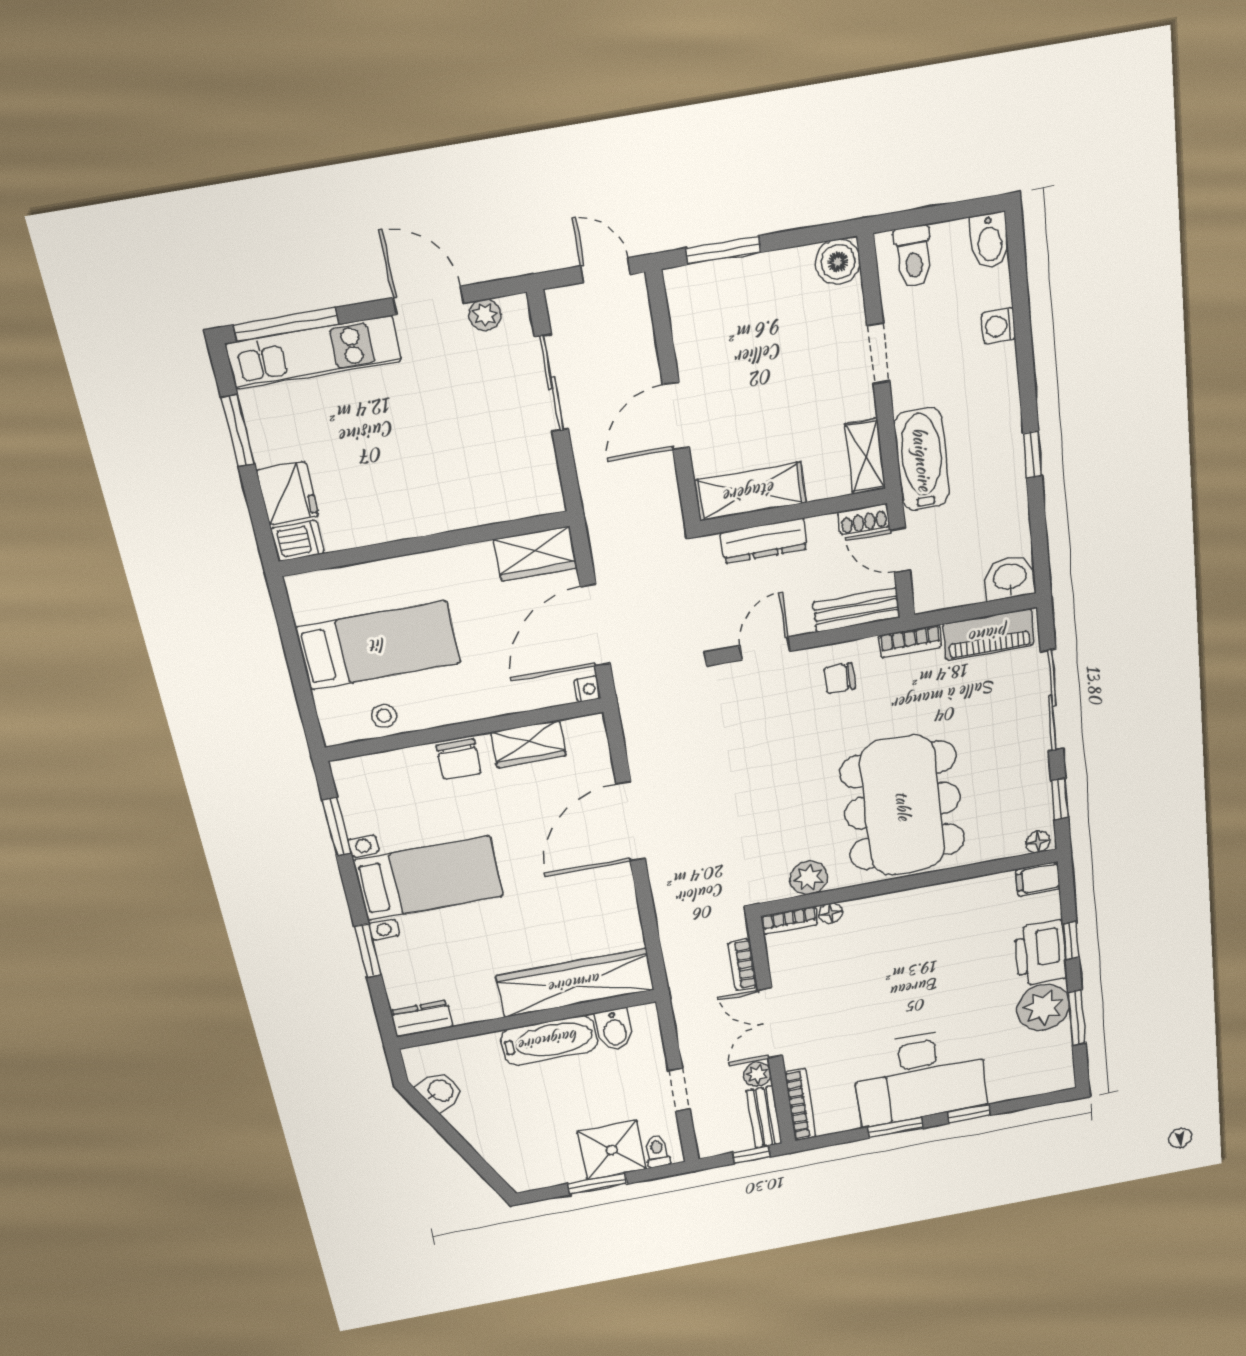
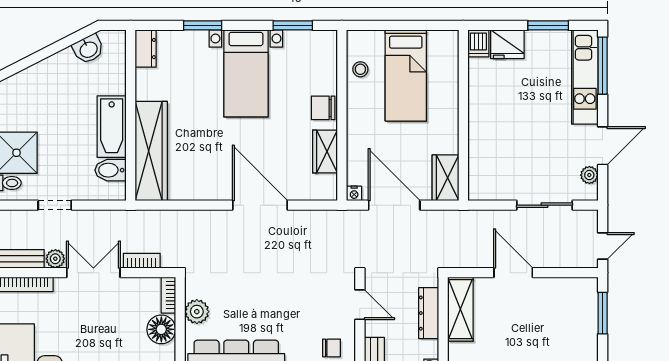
chair: (840, 678) -> (332, 348), turned 91
floor lamp: (831, 913) -> (161, 329), width x1.89, depth x1.89

